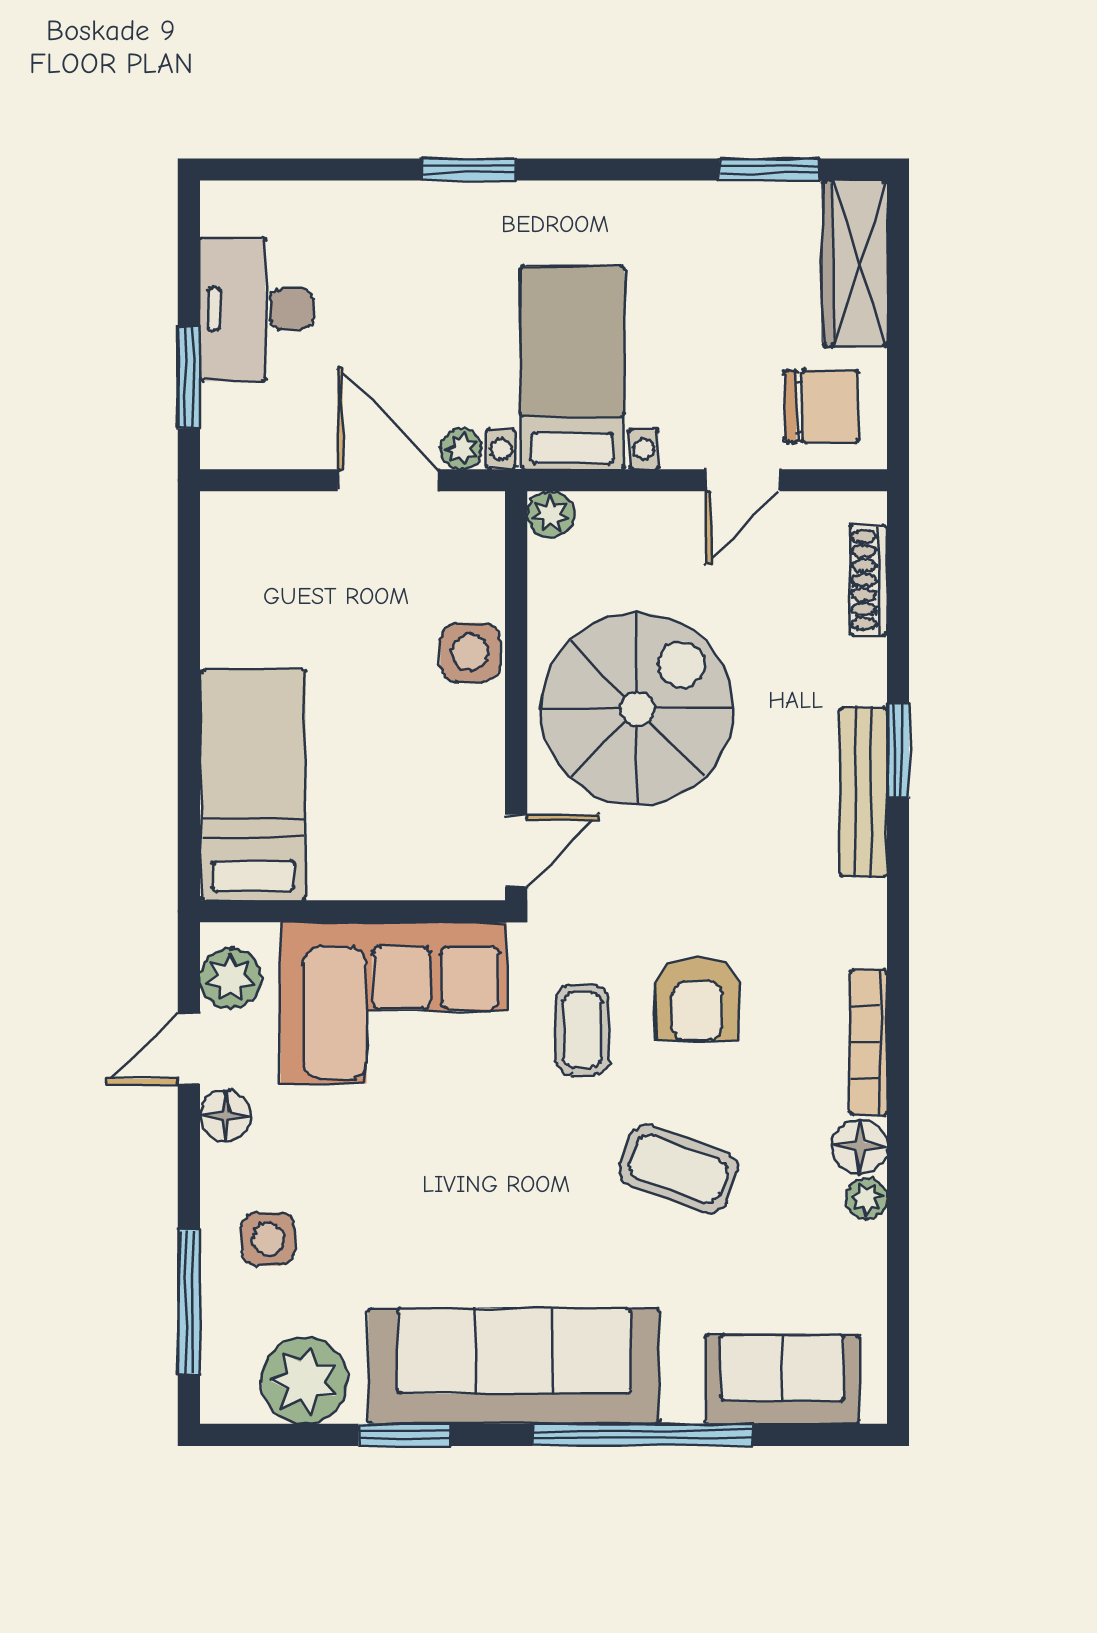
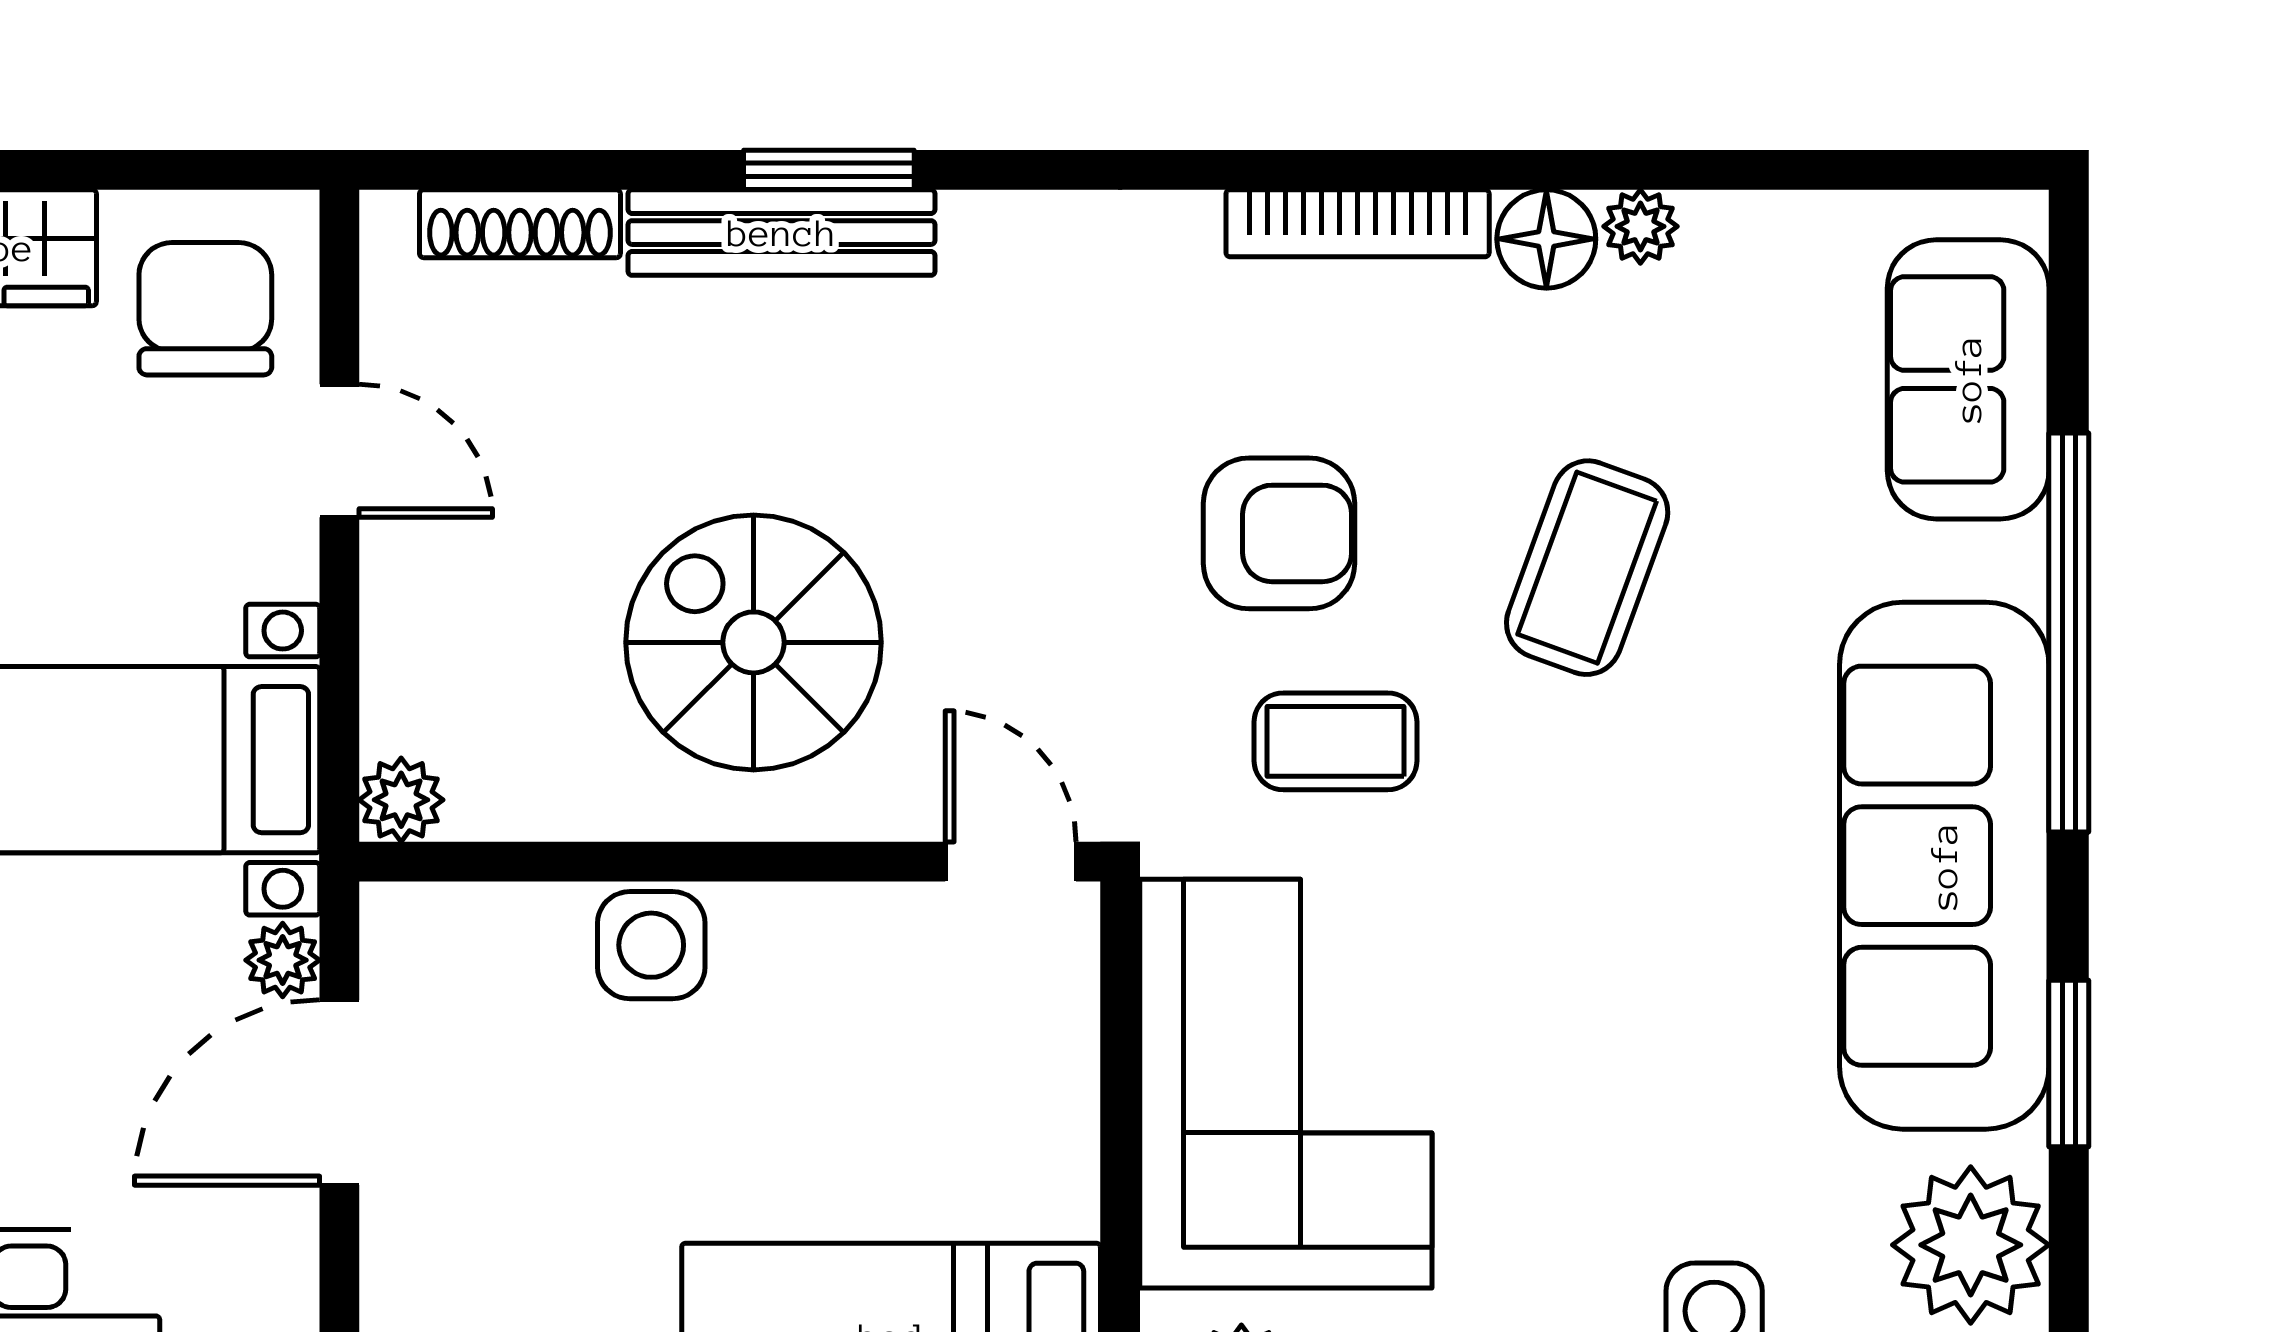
spiral stairs: (637, 709) -> (754, 642), width x0.73, depth x0.73
bench: (863, 792) -> (782, 233), moved

